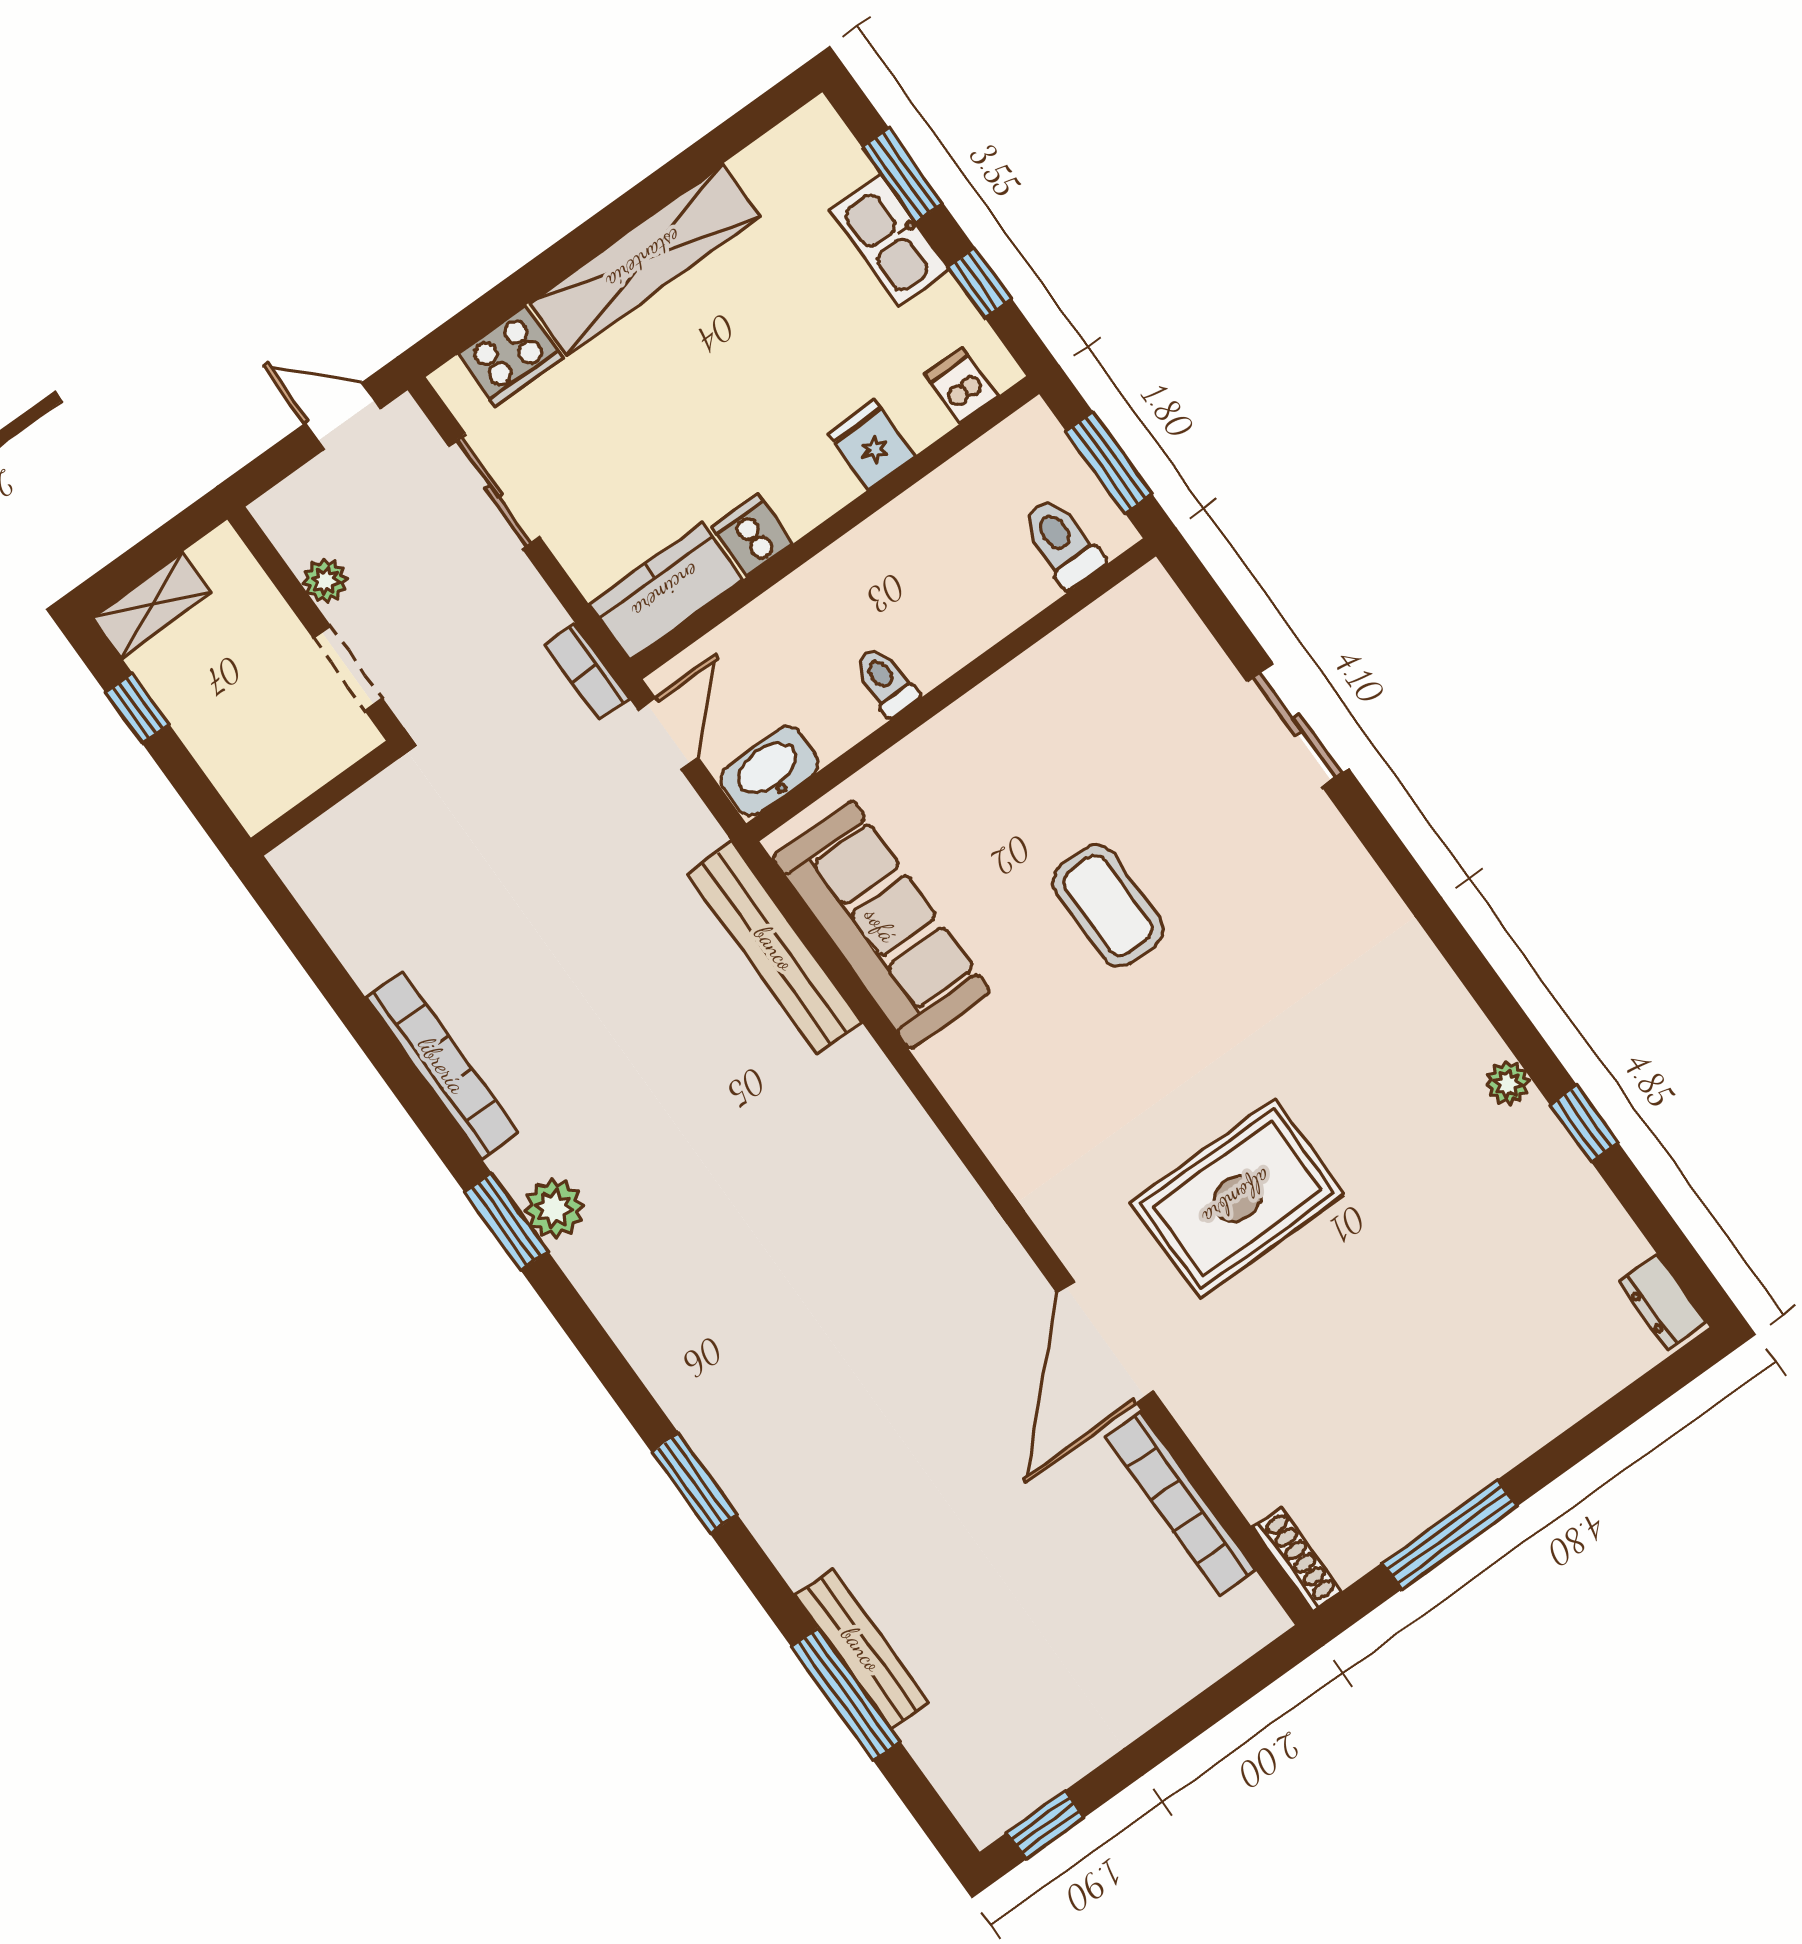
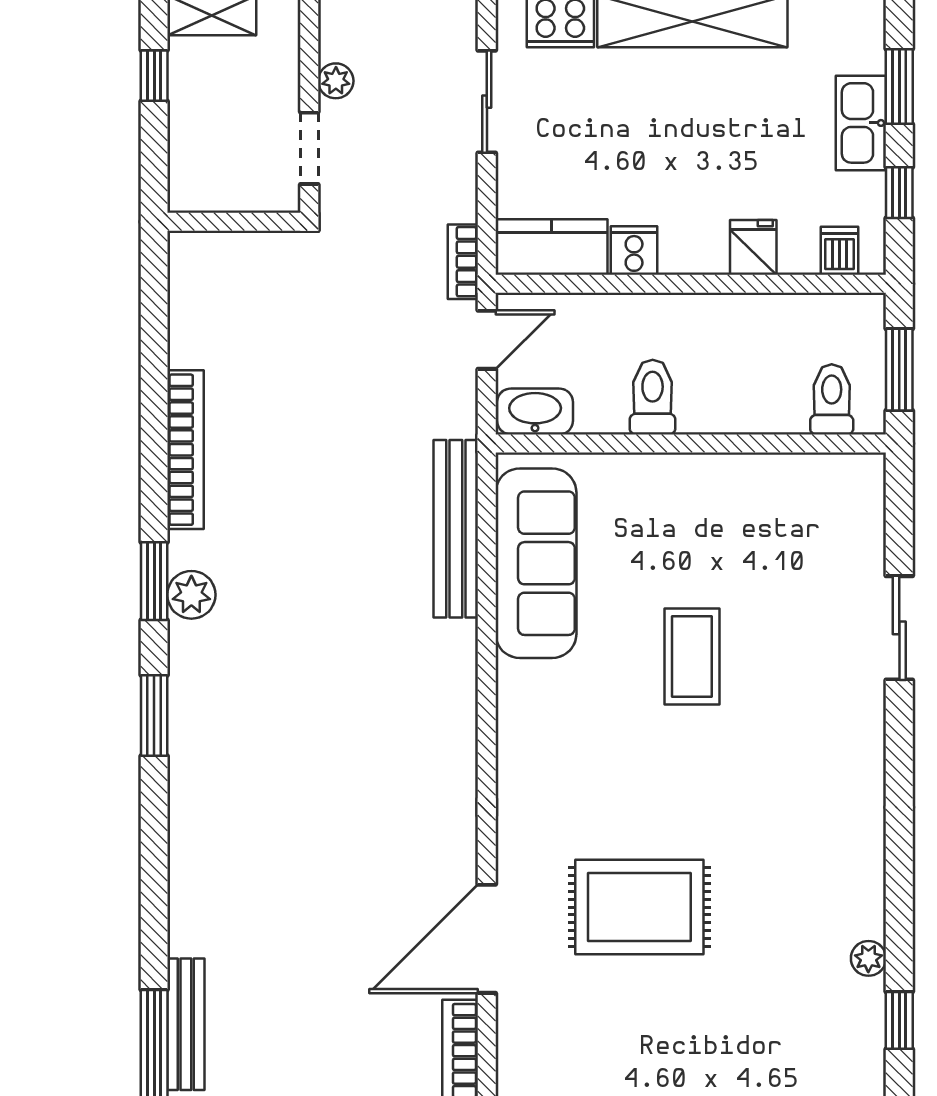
toilet: (886, 681) -> (653, 397), width x1.37, depth x1.39
window: (694, 1483) -> (154, 715), moved

